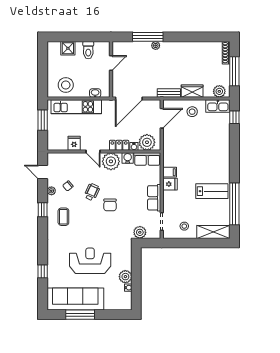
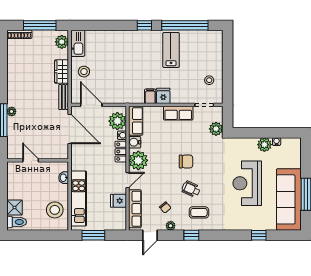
toilet: (88, 50) -> (17, 222), moved
door: (129, 99) -> (70, 129), moved
window: (234, 117) -> (144, 25), moved
row of seats: (67, 158) -> (135, 209), added
wheelchair: (92, 192) -> (191, 189), moved
shelving: (213, 232) -> (216, 48), removed

